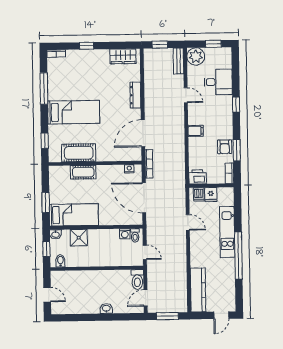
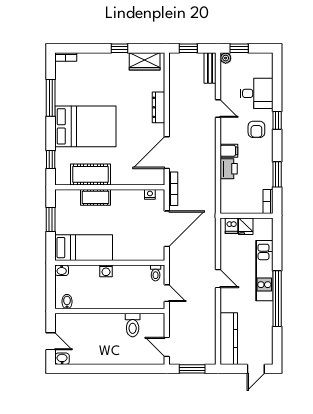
window: (213, 44) -> (239, 48), moved
window: (87, 46) -> (120, 48), moved
plant: (196, 56) -> (226, 58), width x0.53, depth x0.53
bed: (74, 112) -> (85, 126), width x1.50
armchair: (225, 147) -> (256, 129), moved
printer: (198, 177) -> (229, 169), moved, turned 90
door: (144, 198) -> (167, 229), swing flipped
window: (46, 203) -> (51, 219), moved
door: (188, 222) -> (218, 279), moved
washing machine: (125, 234) -> (106, 271), moved
shower: (79, 238) -> (89, 275), removed
window: (46, 249) -> (51, 287), removed
toilet: (137, 280) -> (133, 325), moved
door: (146, 298) -> (167, 347), hinge flipped
washbasin: (106, 309) -> (62, 359), moved

